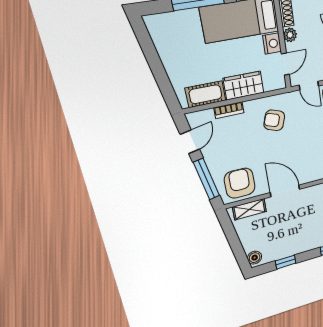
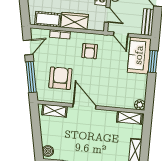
door: (285, 64) -> (107, 15), hinge flipped
armchair: (274, 120) -> (90, 51), turned -109
armchair: (240, 183) -> (60, 78), moved

